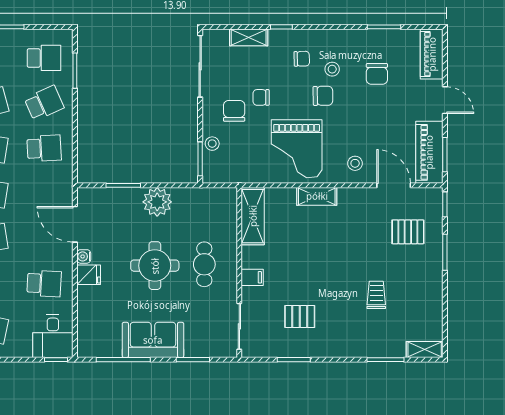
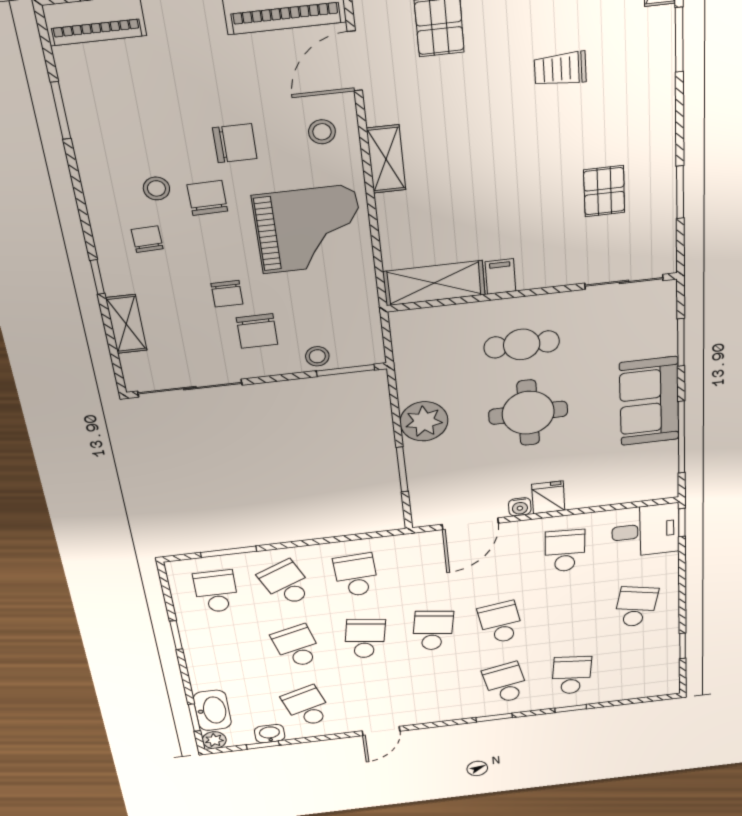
chair: (377, 74) -> (235, 143), moved
chair: (234, 111) -> (257, 331), turned -90
shelving: (317, 196) -> (386, 159), moved
filing cabinet: (252, 277) -> (500, 276), moved

